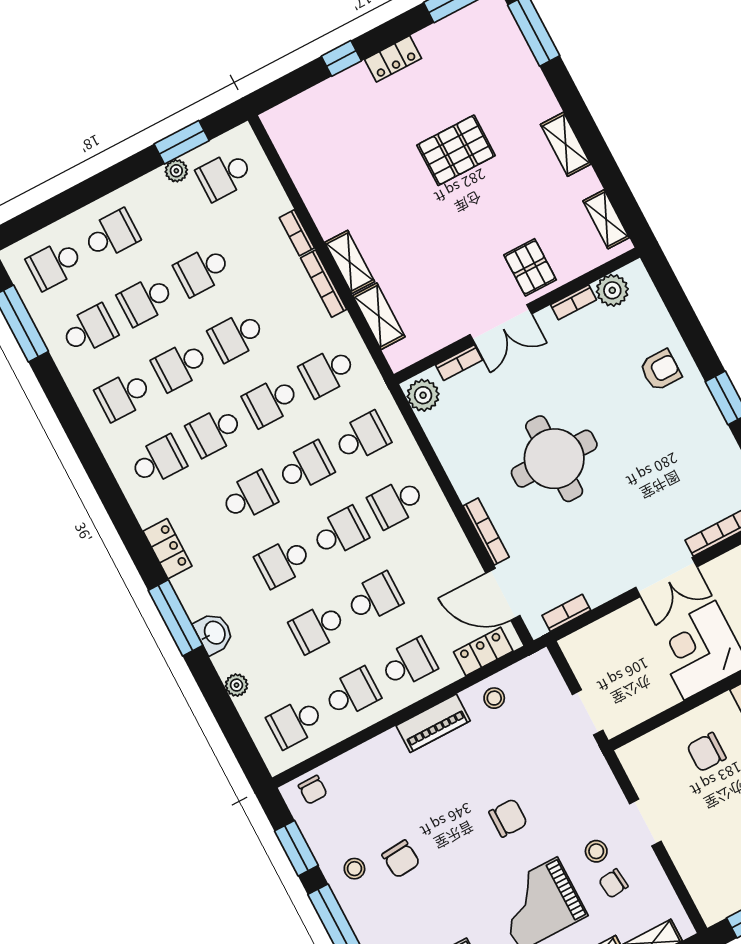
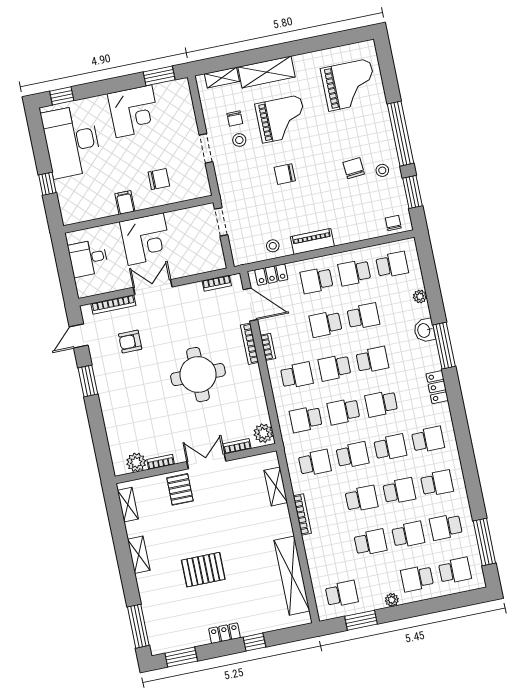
plant: (176, 171) -> (392, 600), moved
bookcase: (297, 233) -> (268, 347), moved
shelving: (350, 262) -> (292, 576), moved, width x2.20, depth x1.33
armchair: (660, 370) -> (130, 342), moved
school desk: (158, 461) -> (428, 440), turned 180
chair: (613, 883) -> (235, 118), turned 96

